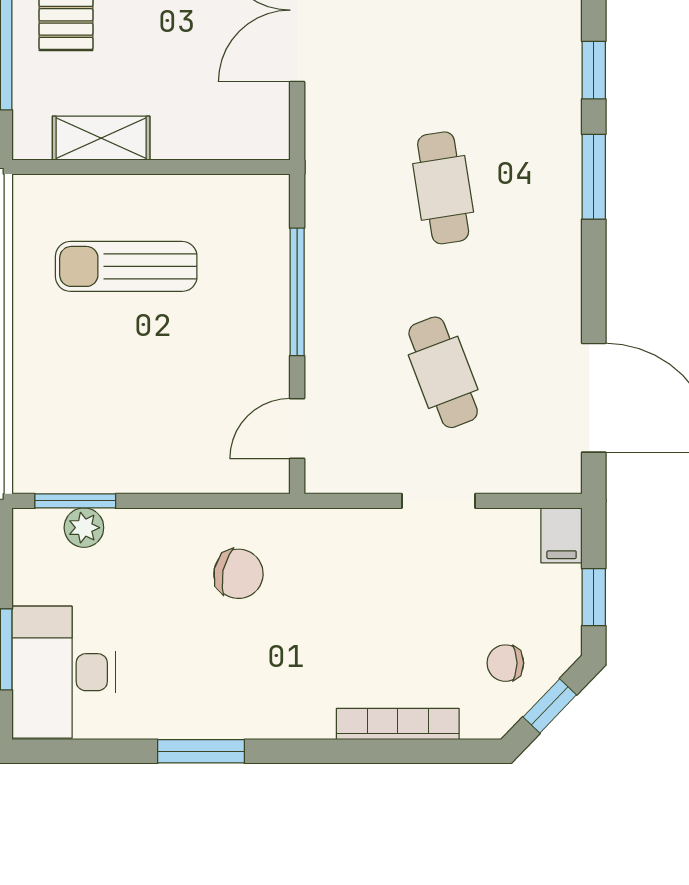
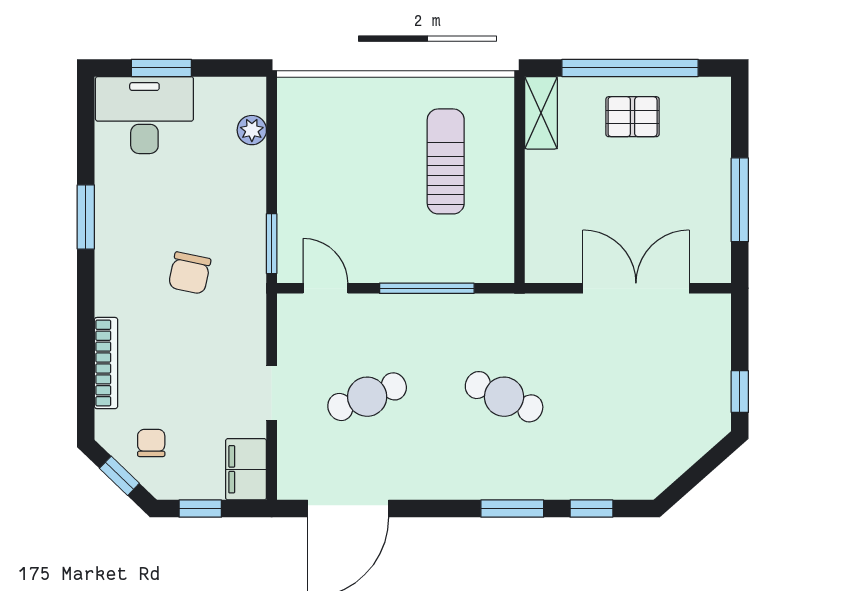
shelving: (101, 138) -> (541, 113), moved
cafe table: (443, 188) -> (504, 397), turned 33
window: (75, 501) -> (272, 244), moved
filing cabinet: (562, 535) -> (246, 469), width x2.00
chair: (238, 574) -> (190, 273), moved

